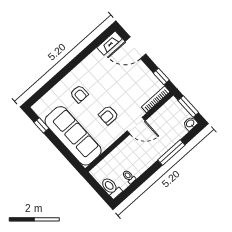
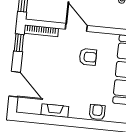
fireplace: (109, 43) -> (55, 111), moved
armchair: (79, 94) -> (97, 112), moved

